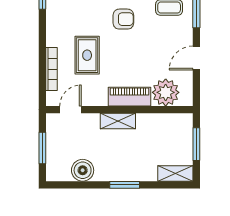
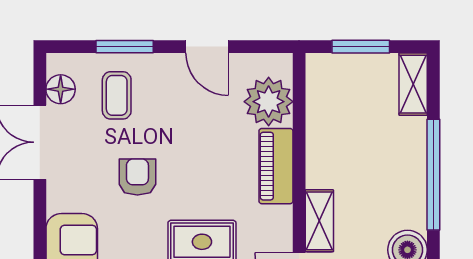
shelving: (118, 121) -> (319, 221), moved
window: (125, 185) -> (433, 175), width x2.11

